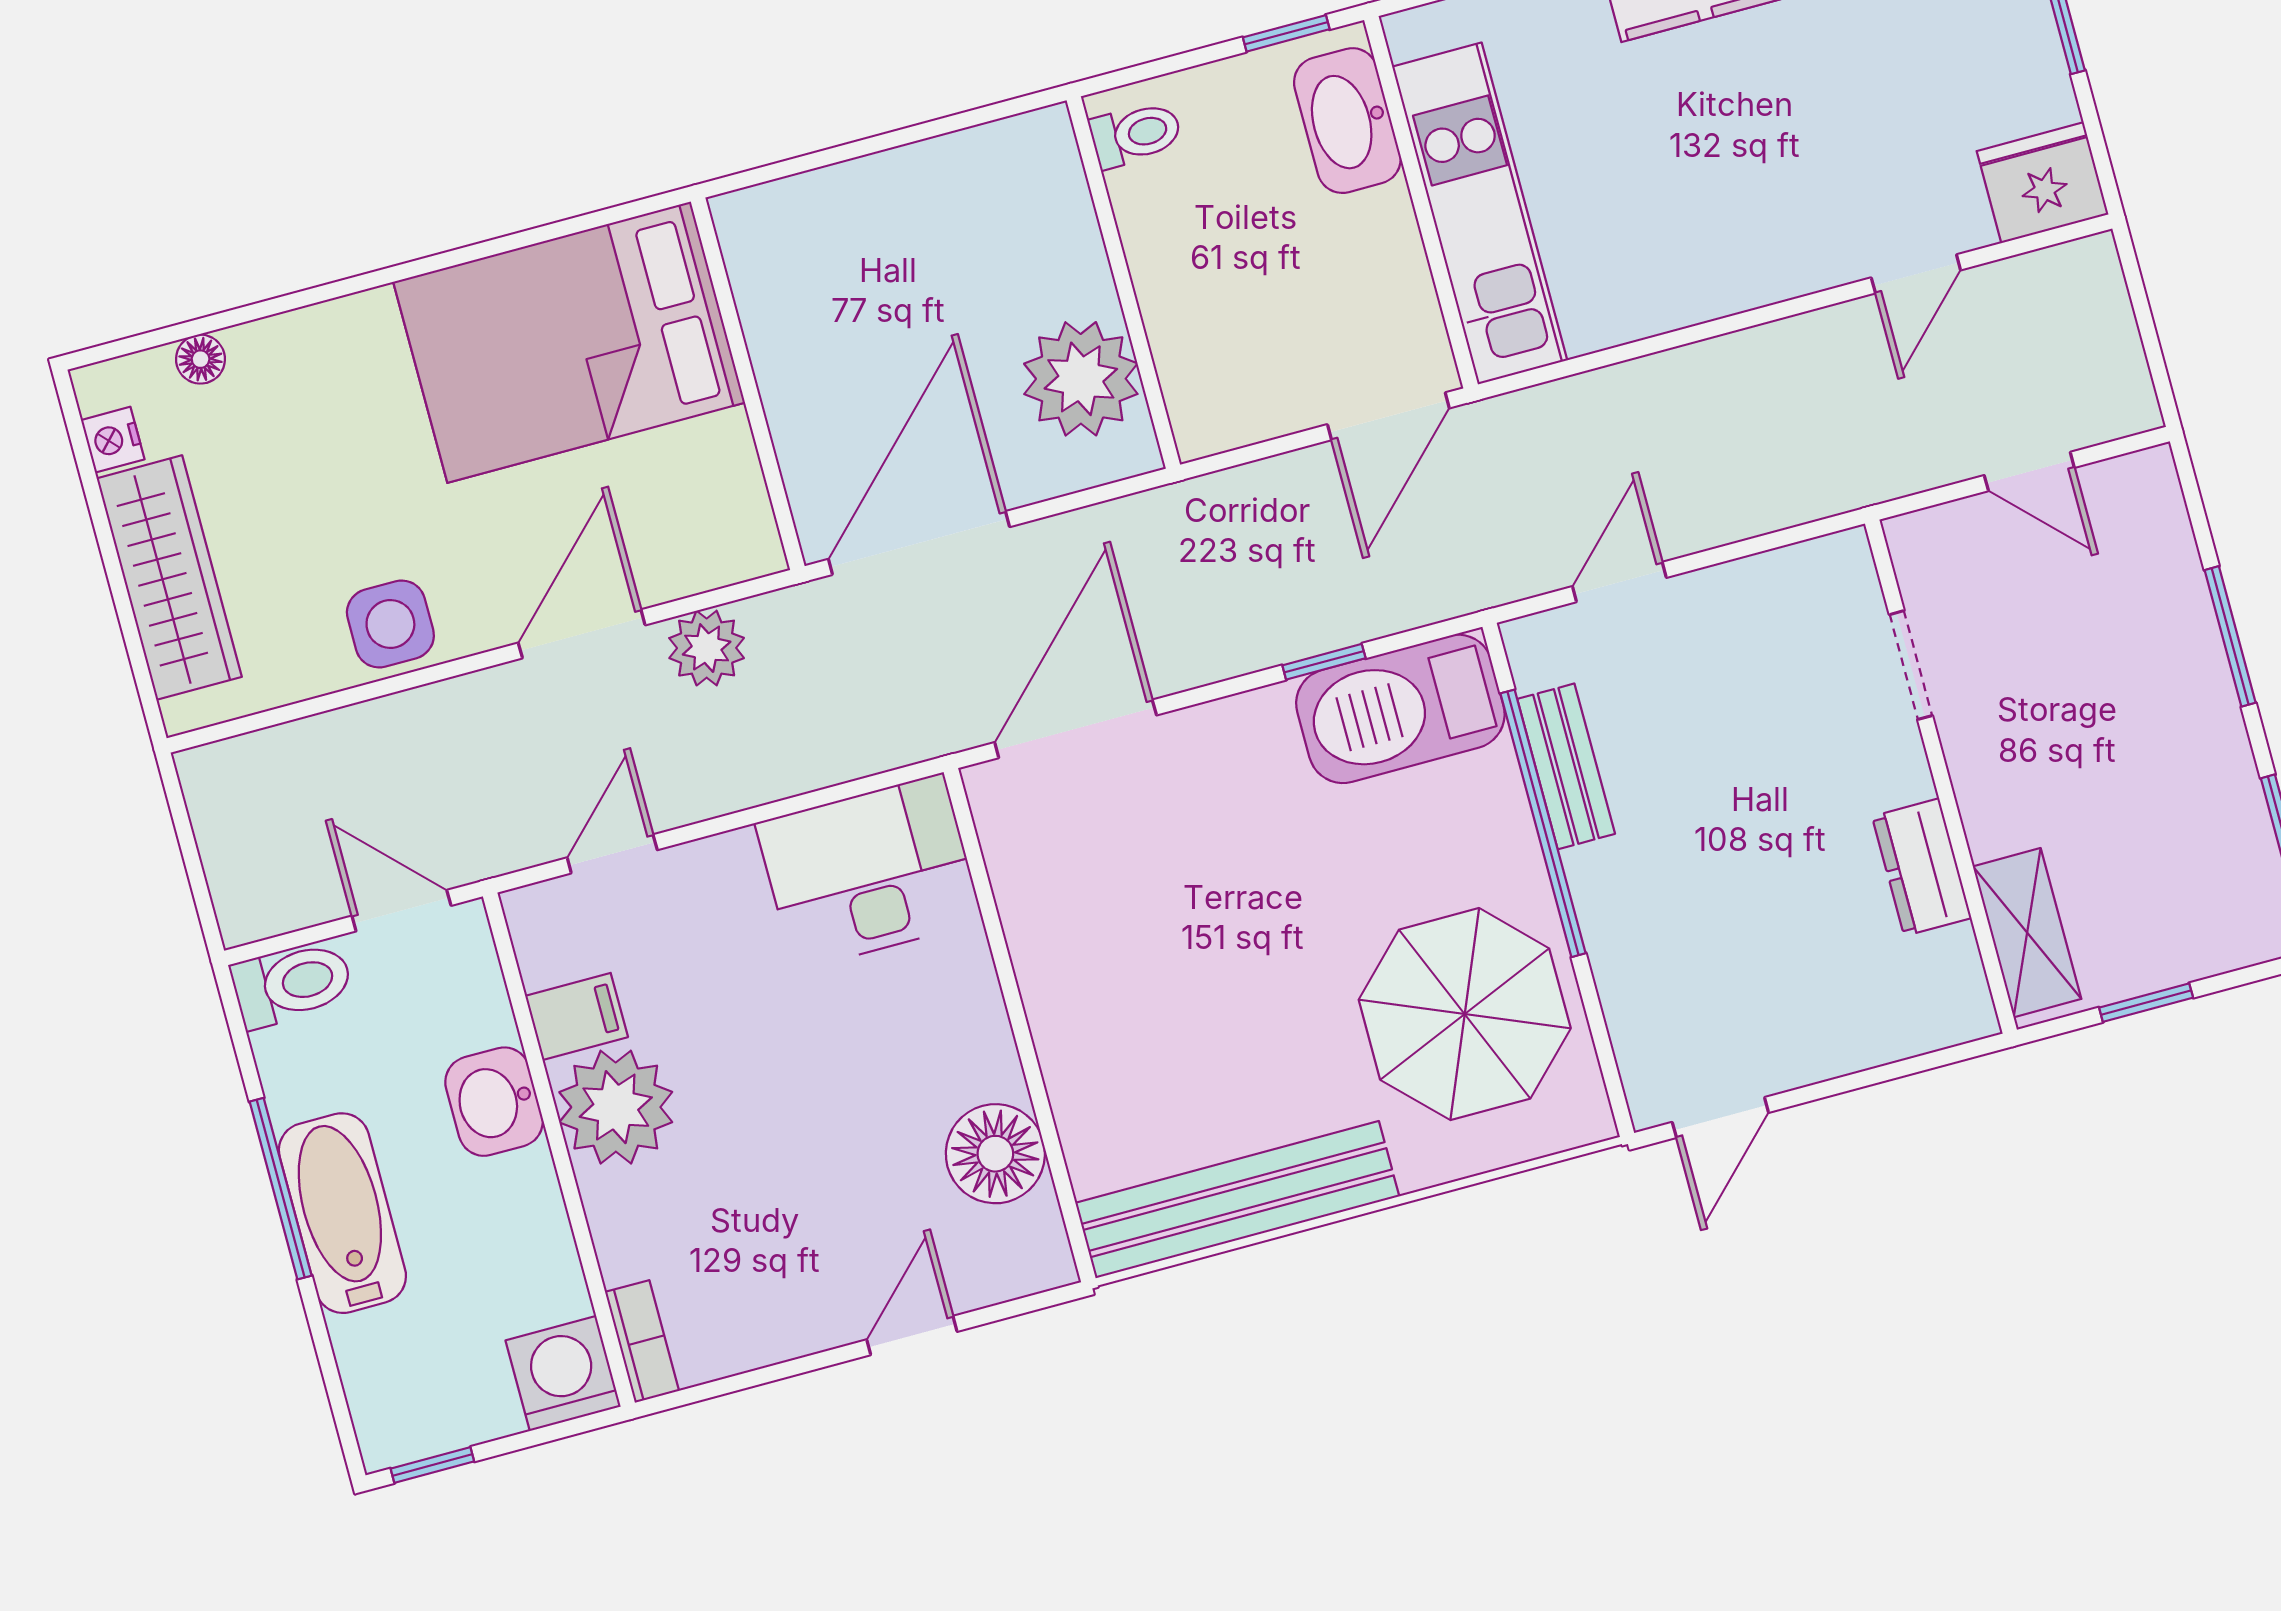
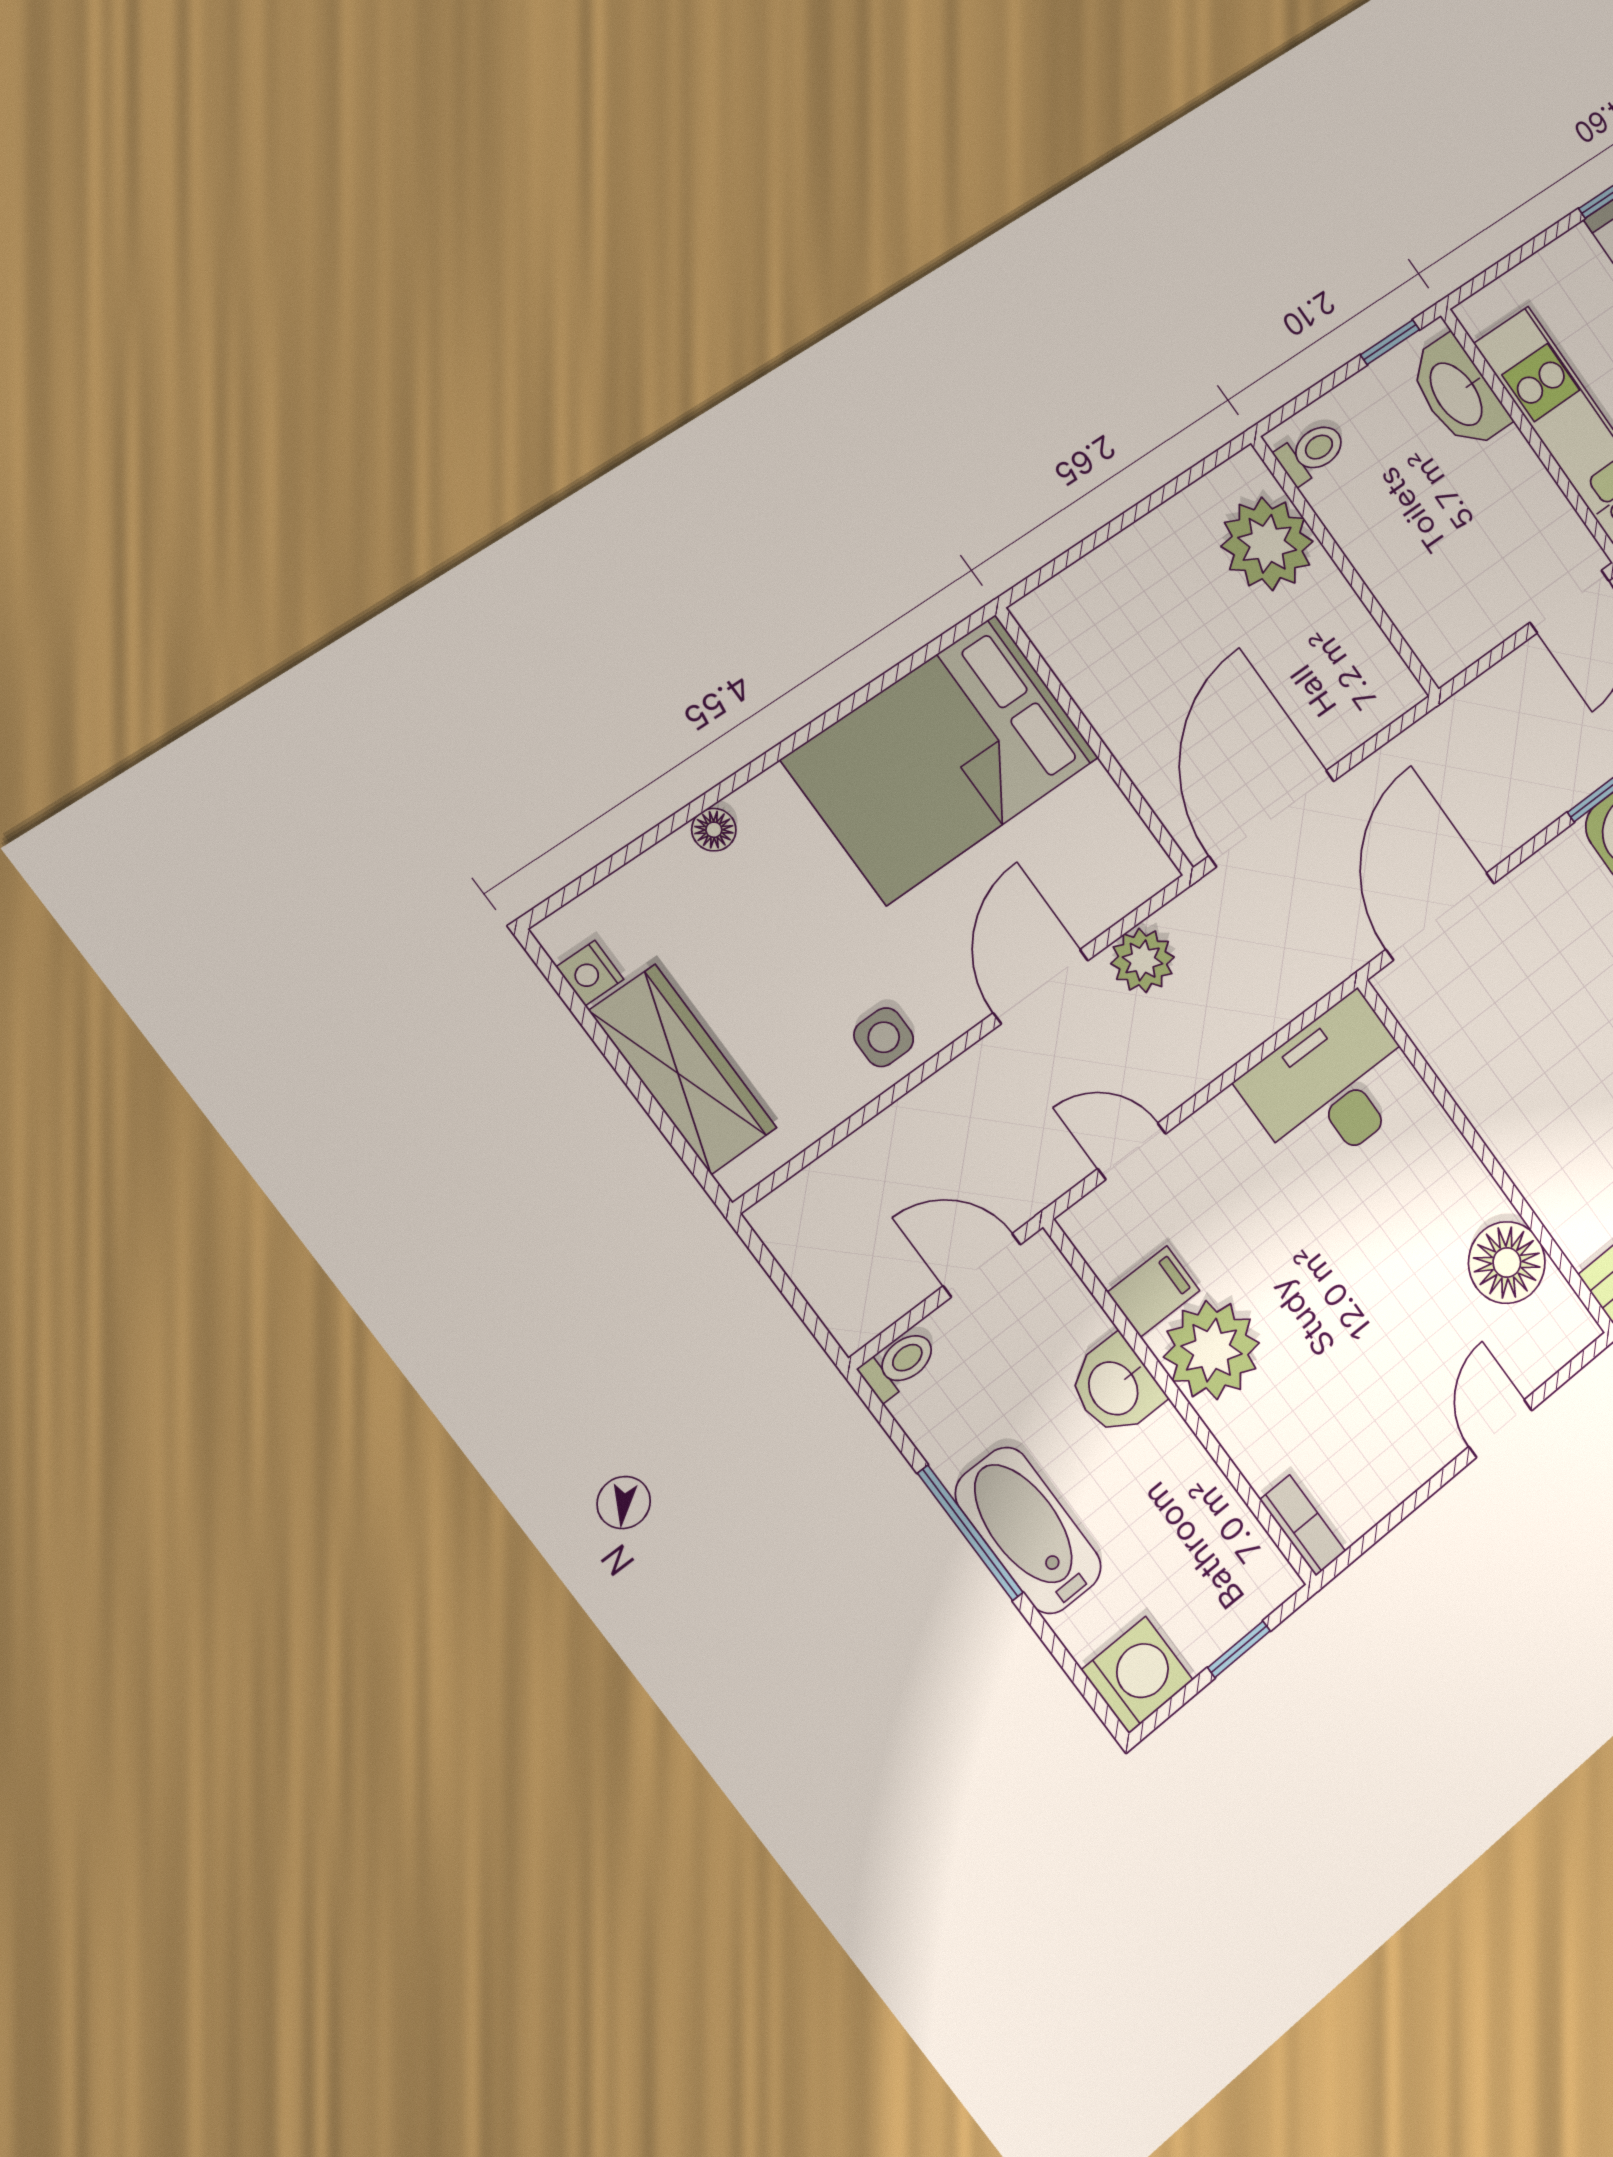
floor lamp: (201, 359) -> (714, 830), moved
plant: (1081, 379) -> (1267, 544), moved
side table: (390, 624) -> (884, 1037), width x0.73, depth x0.73
door: (612, 854) -> (1132, 1151), hinge flipped
toilet: (292, 984) -> (899, 1364), width x0.73, depth x0.72
washing machine: (563, 1373) -> (1137, 1675), moved, turned 90
window: (432, 1465) -> (1239, 1649), moved

